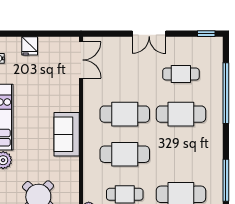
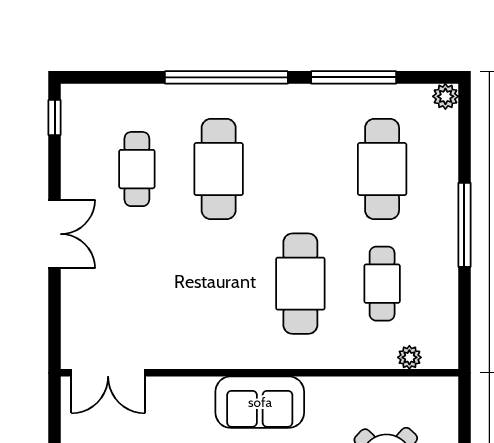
double door: (81, 60) -> (108, 373), swing flipped
window: (226, 93) -> (226, 77), moved
cafe table: (125, 114) -> (219, 284), removed

